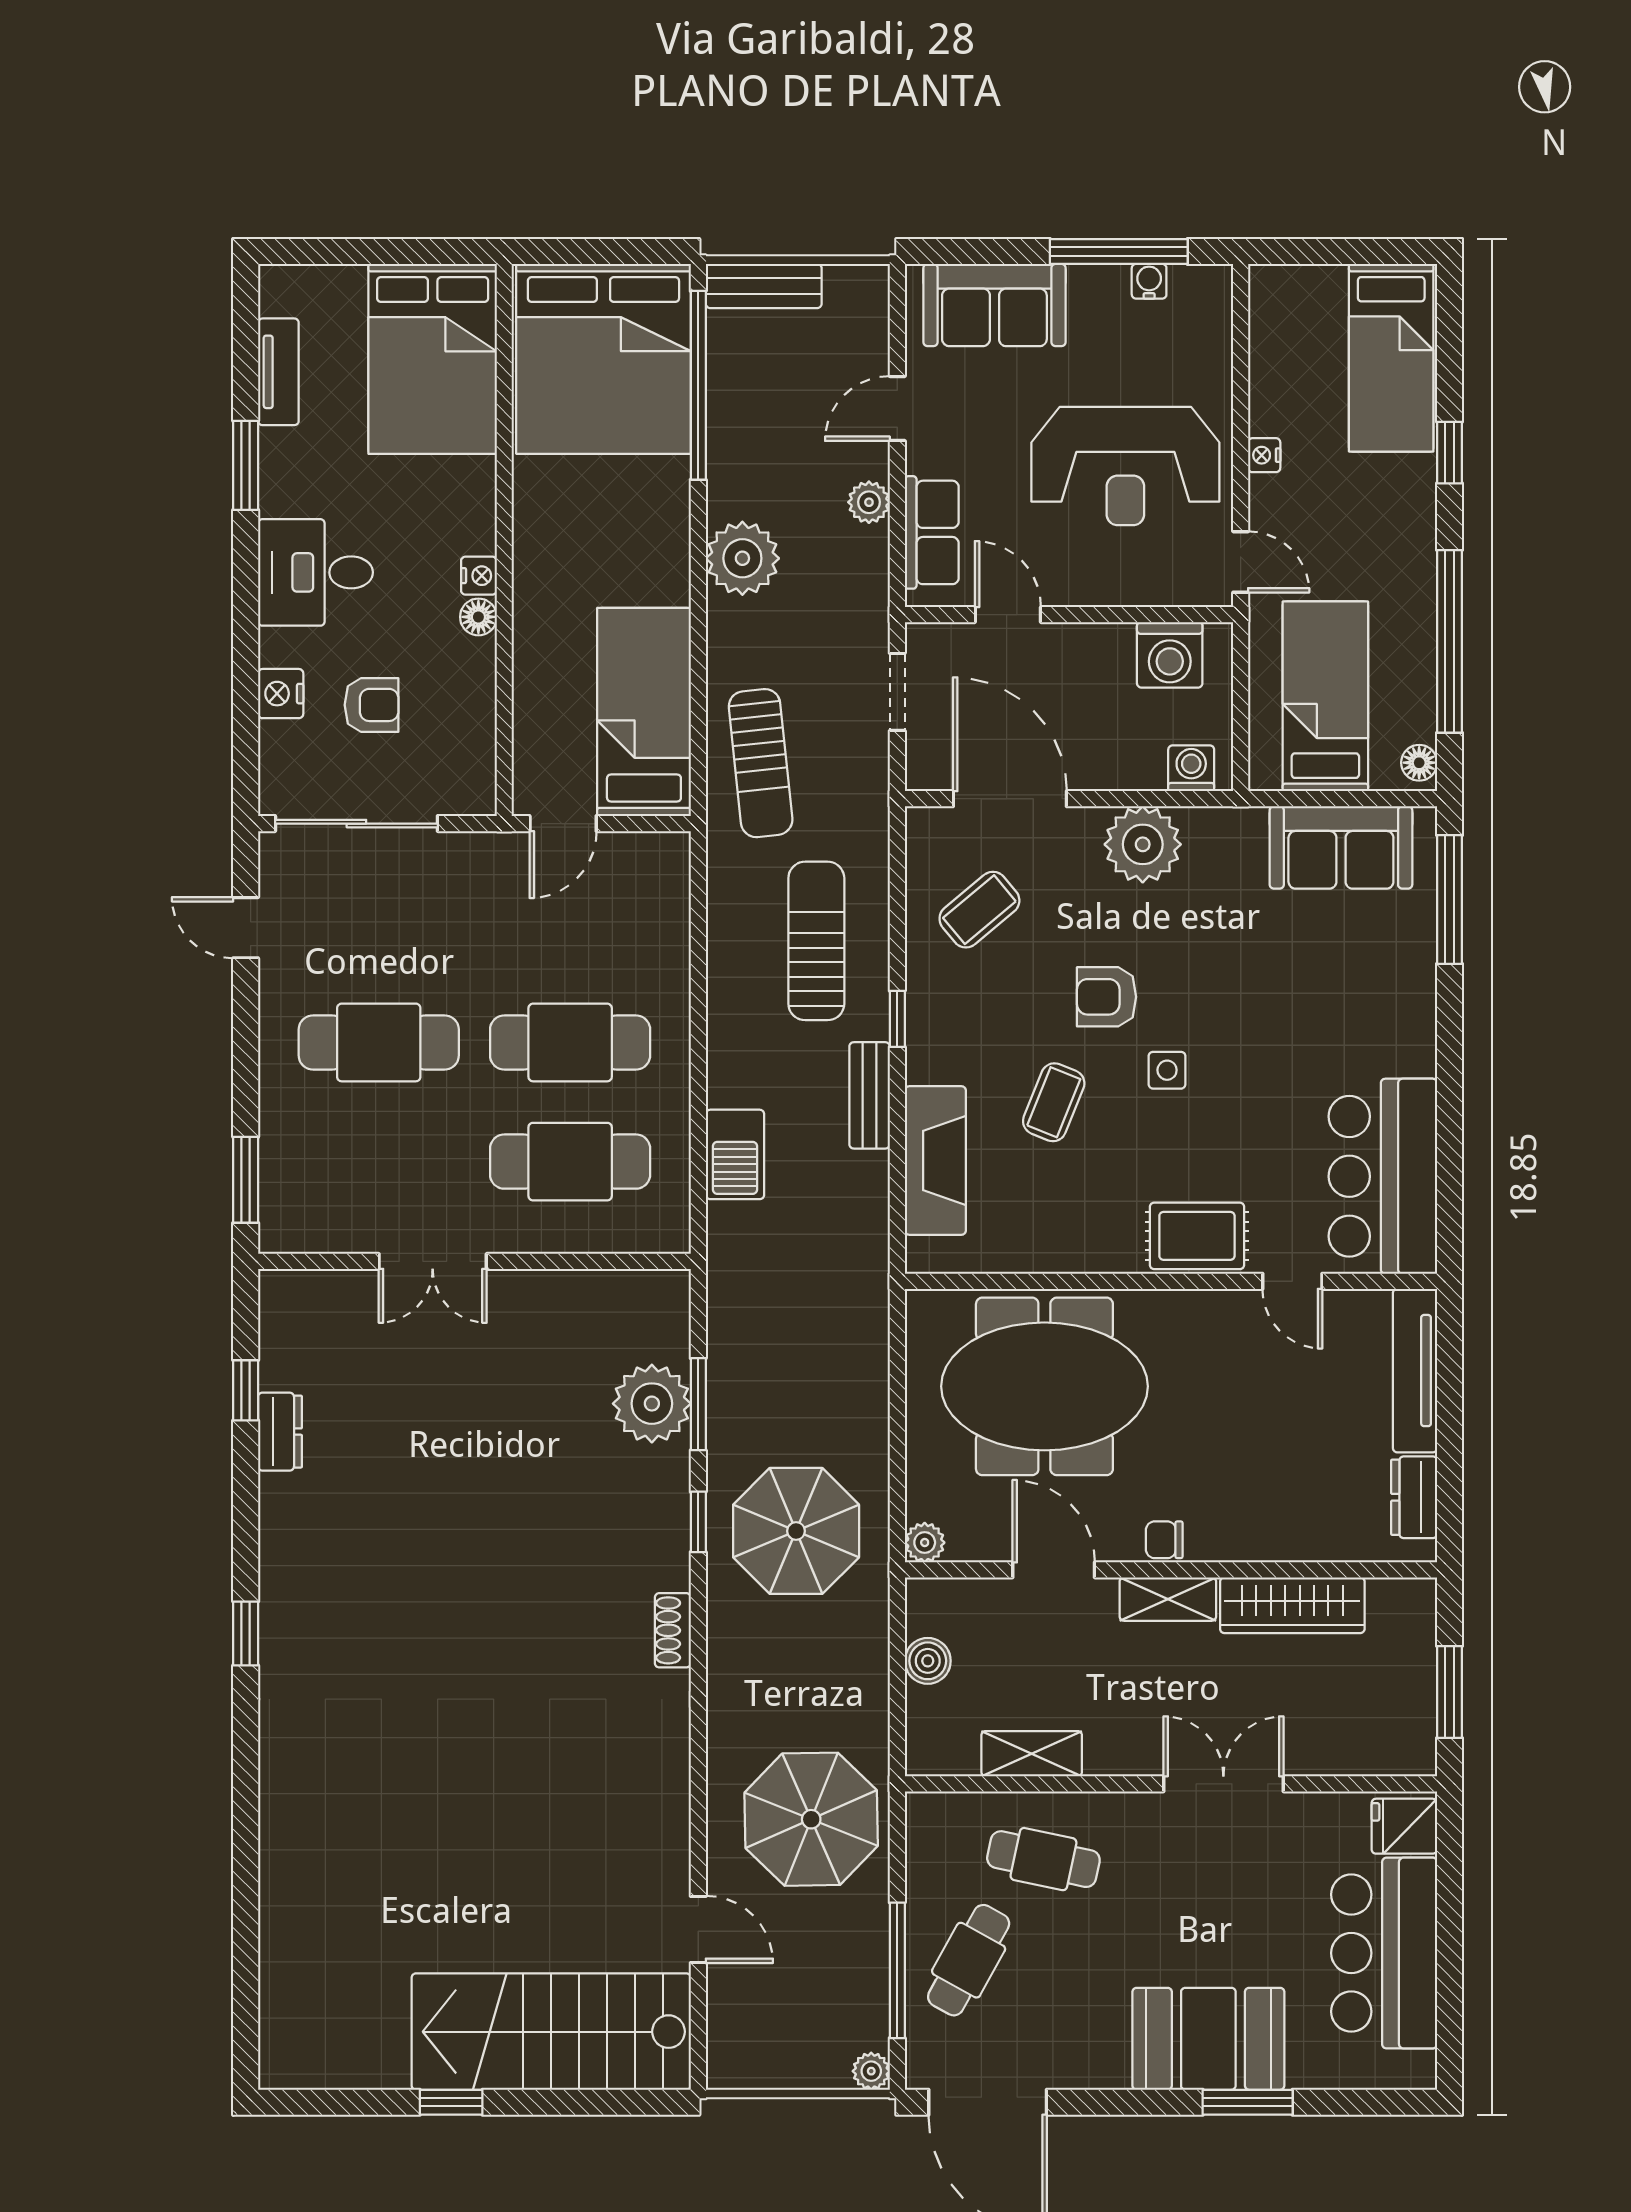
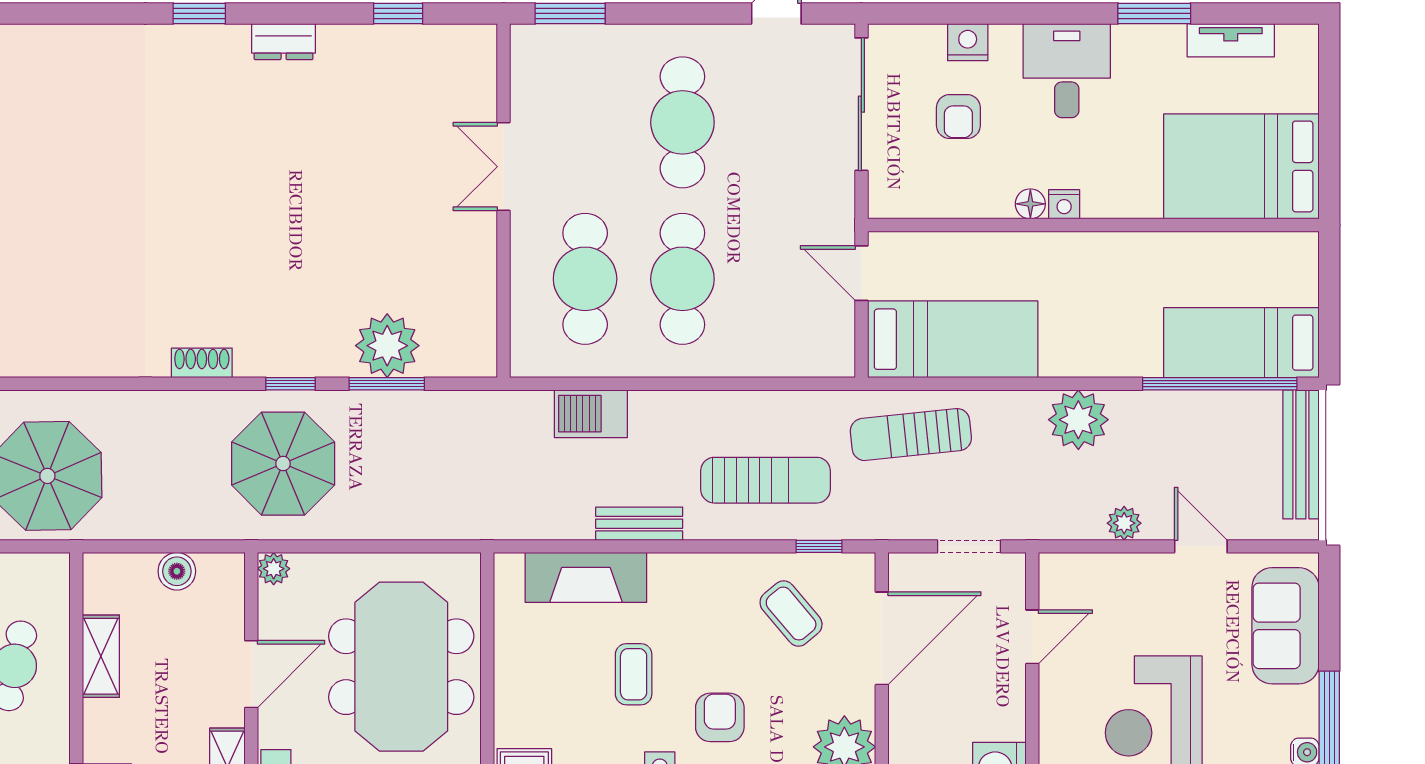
bench: (764, 286) -> (1301, 454), width x1.36
bed: (603, 359) -> (1241, 343), width x0.49
row of seats: (932, 532) -> (1099, 574), removed
window: (897, 1019) -> (819, 546), moved
coffee table: (1054, 1102) -> (634, 674), turned 68
dresser: (280, 1432) -> (284, 42), moved

